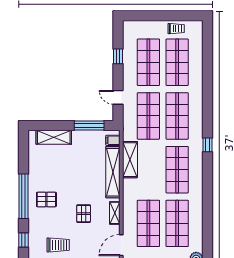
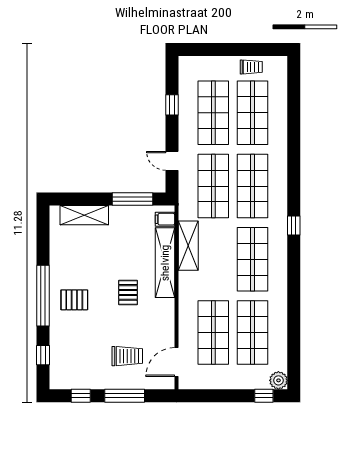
shelving: (115, 213) -> (168, 318), removed
pallet: (84, 214) -> (128, 292), moved
trolley: (58, 245) -> (127, 356), moved

